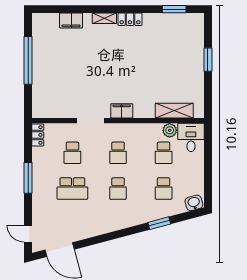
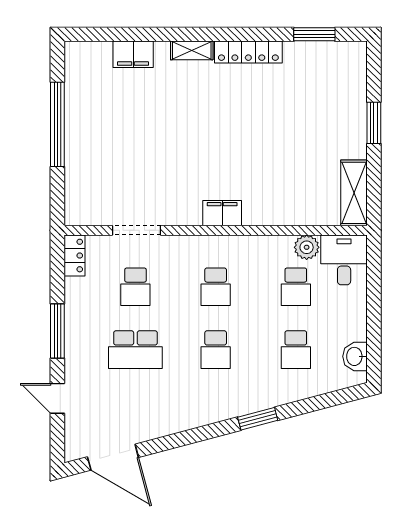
locker: (130, 19) -> (248, 52), width x1.53
shelving: (174, 111) -> (354, 193), moved, turned 90
doorway: (91, 121) -> (137, 230), moved
washbasin: (194, 203) -> (355, 356), moved, turned -75
window: (159, 223) -> (258, 419), moved
door: (28, 234) -> (57, 398), moved

